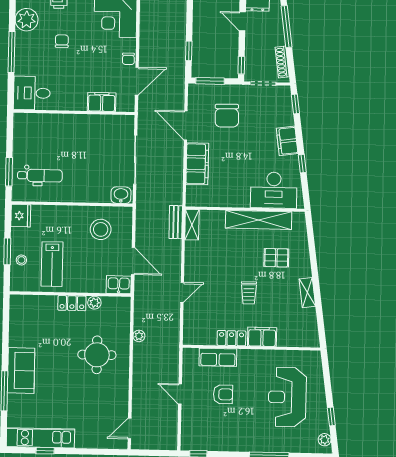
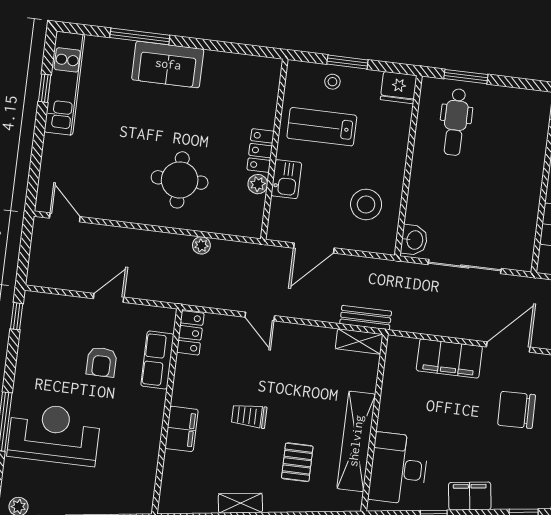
kitchen sink: (119, 285) -> (286, 179), moved
locker: (231, 338) -> (190, 333), moved
reception desk: (287, 397) -> (54, 434), moved

